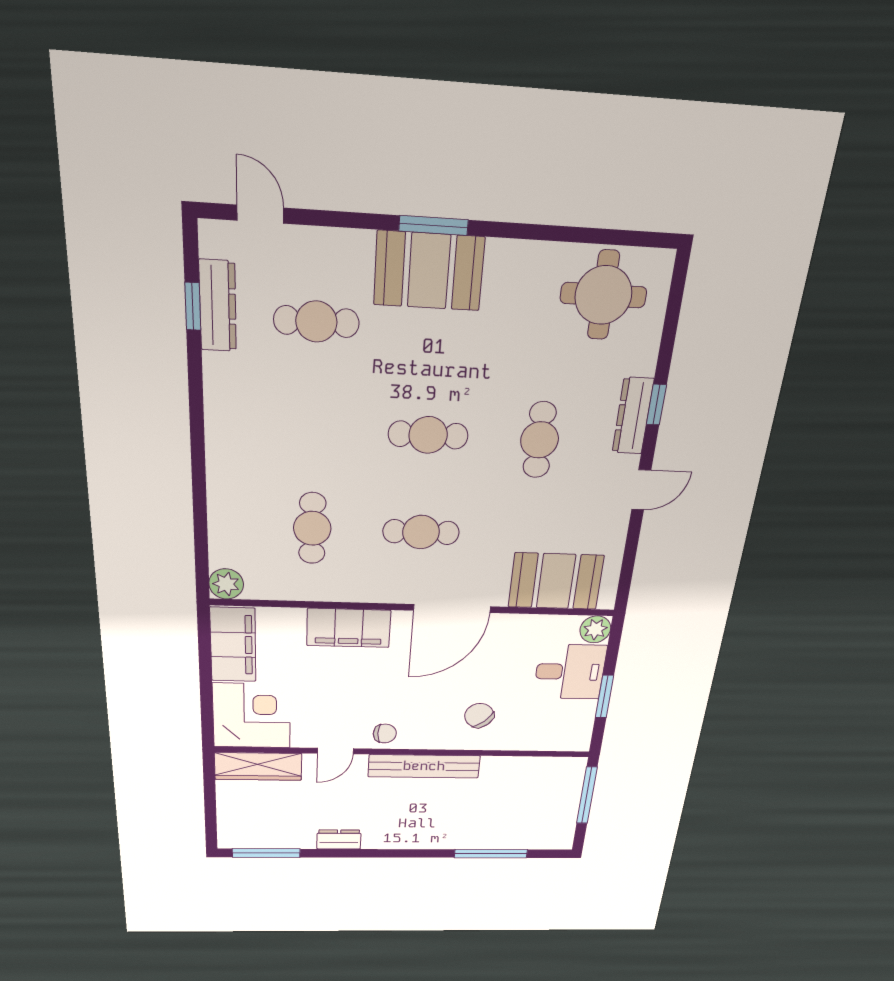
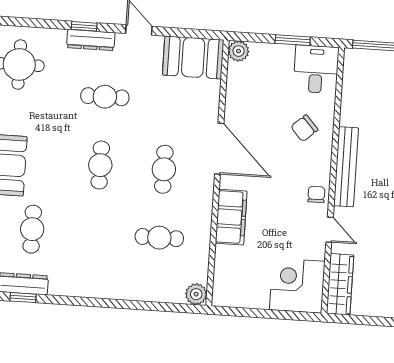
booth: (556, 581) -> (193, 57), moved, turned 90
filing cabinet: (233, 645) -> (241, 293), removed
desk: (570, 672) -> (316, 69), moved

